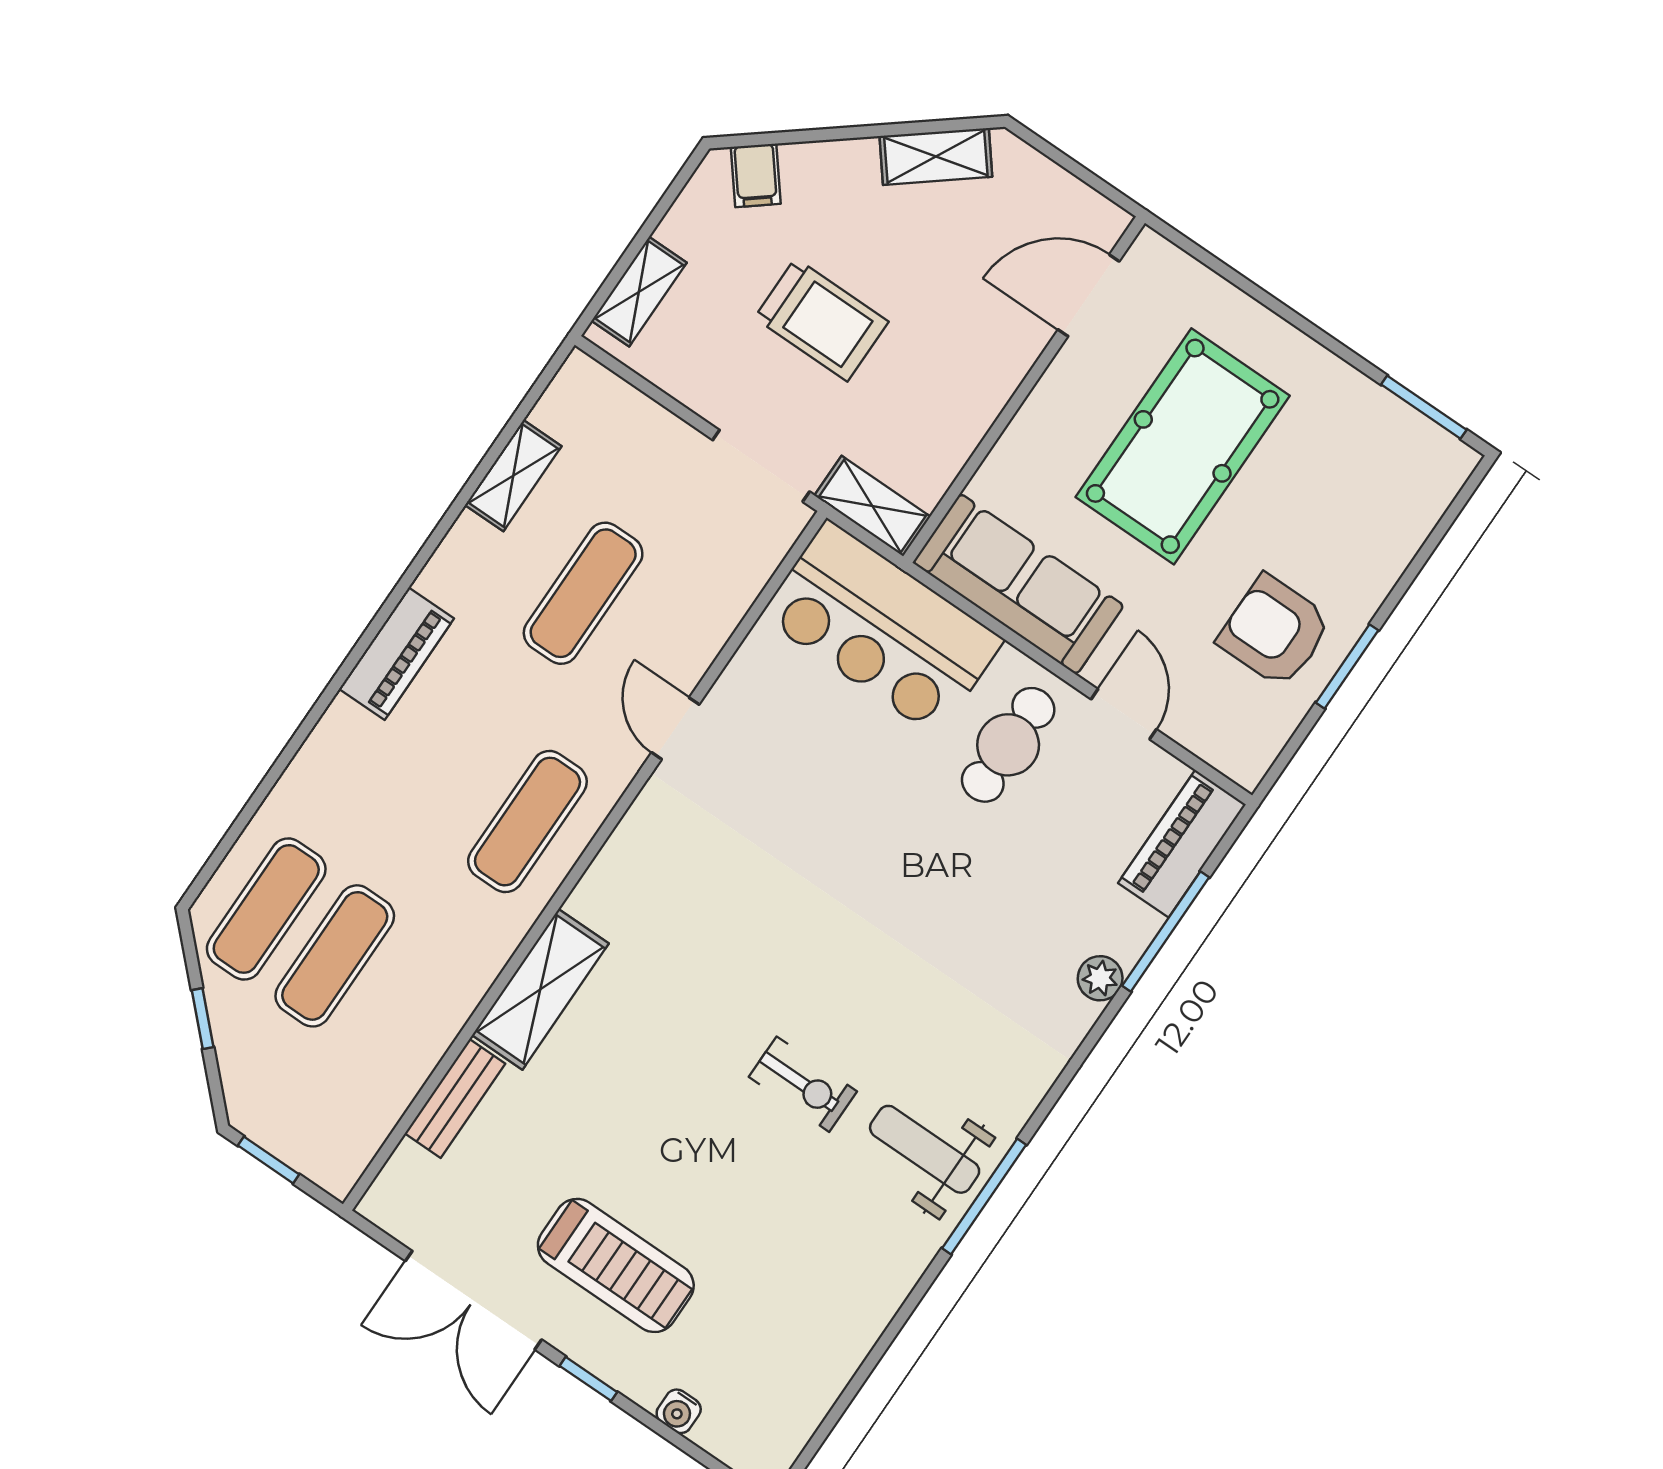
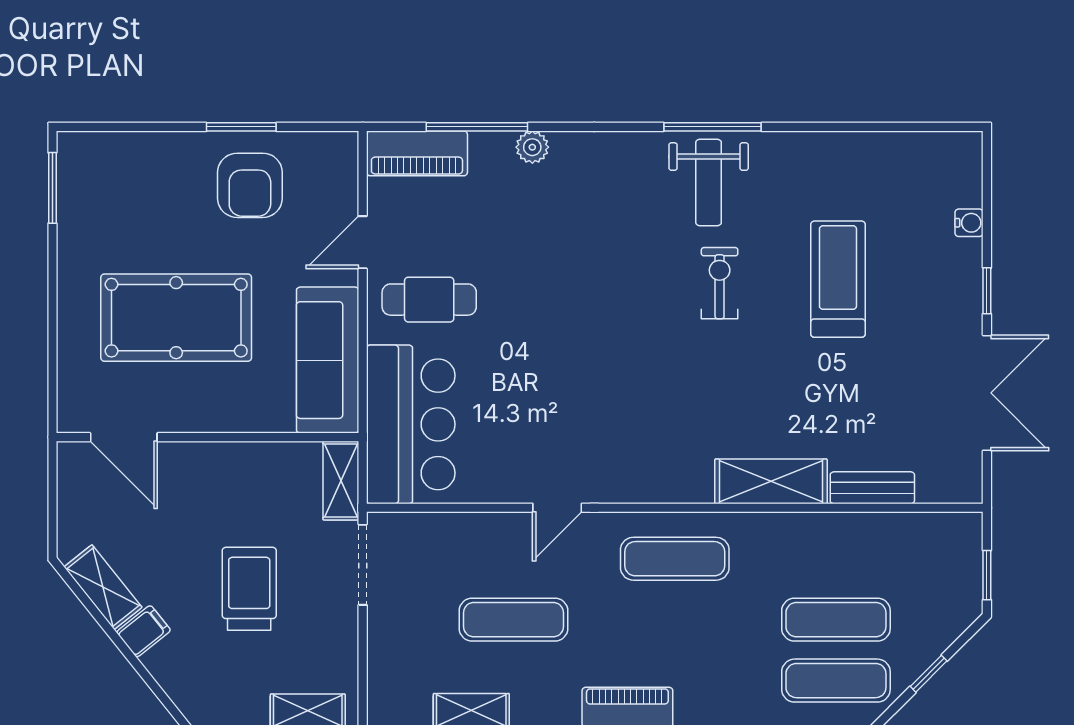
filing cabinet: (756, 175) -> (144, 631), moved
treadmill: (616, 1265) -> (838, 279), moved

